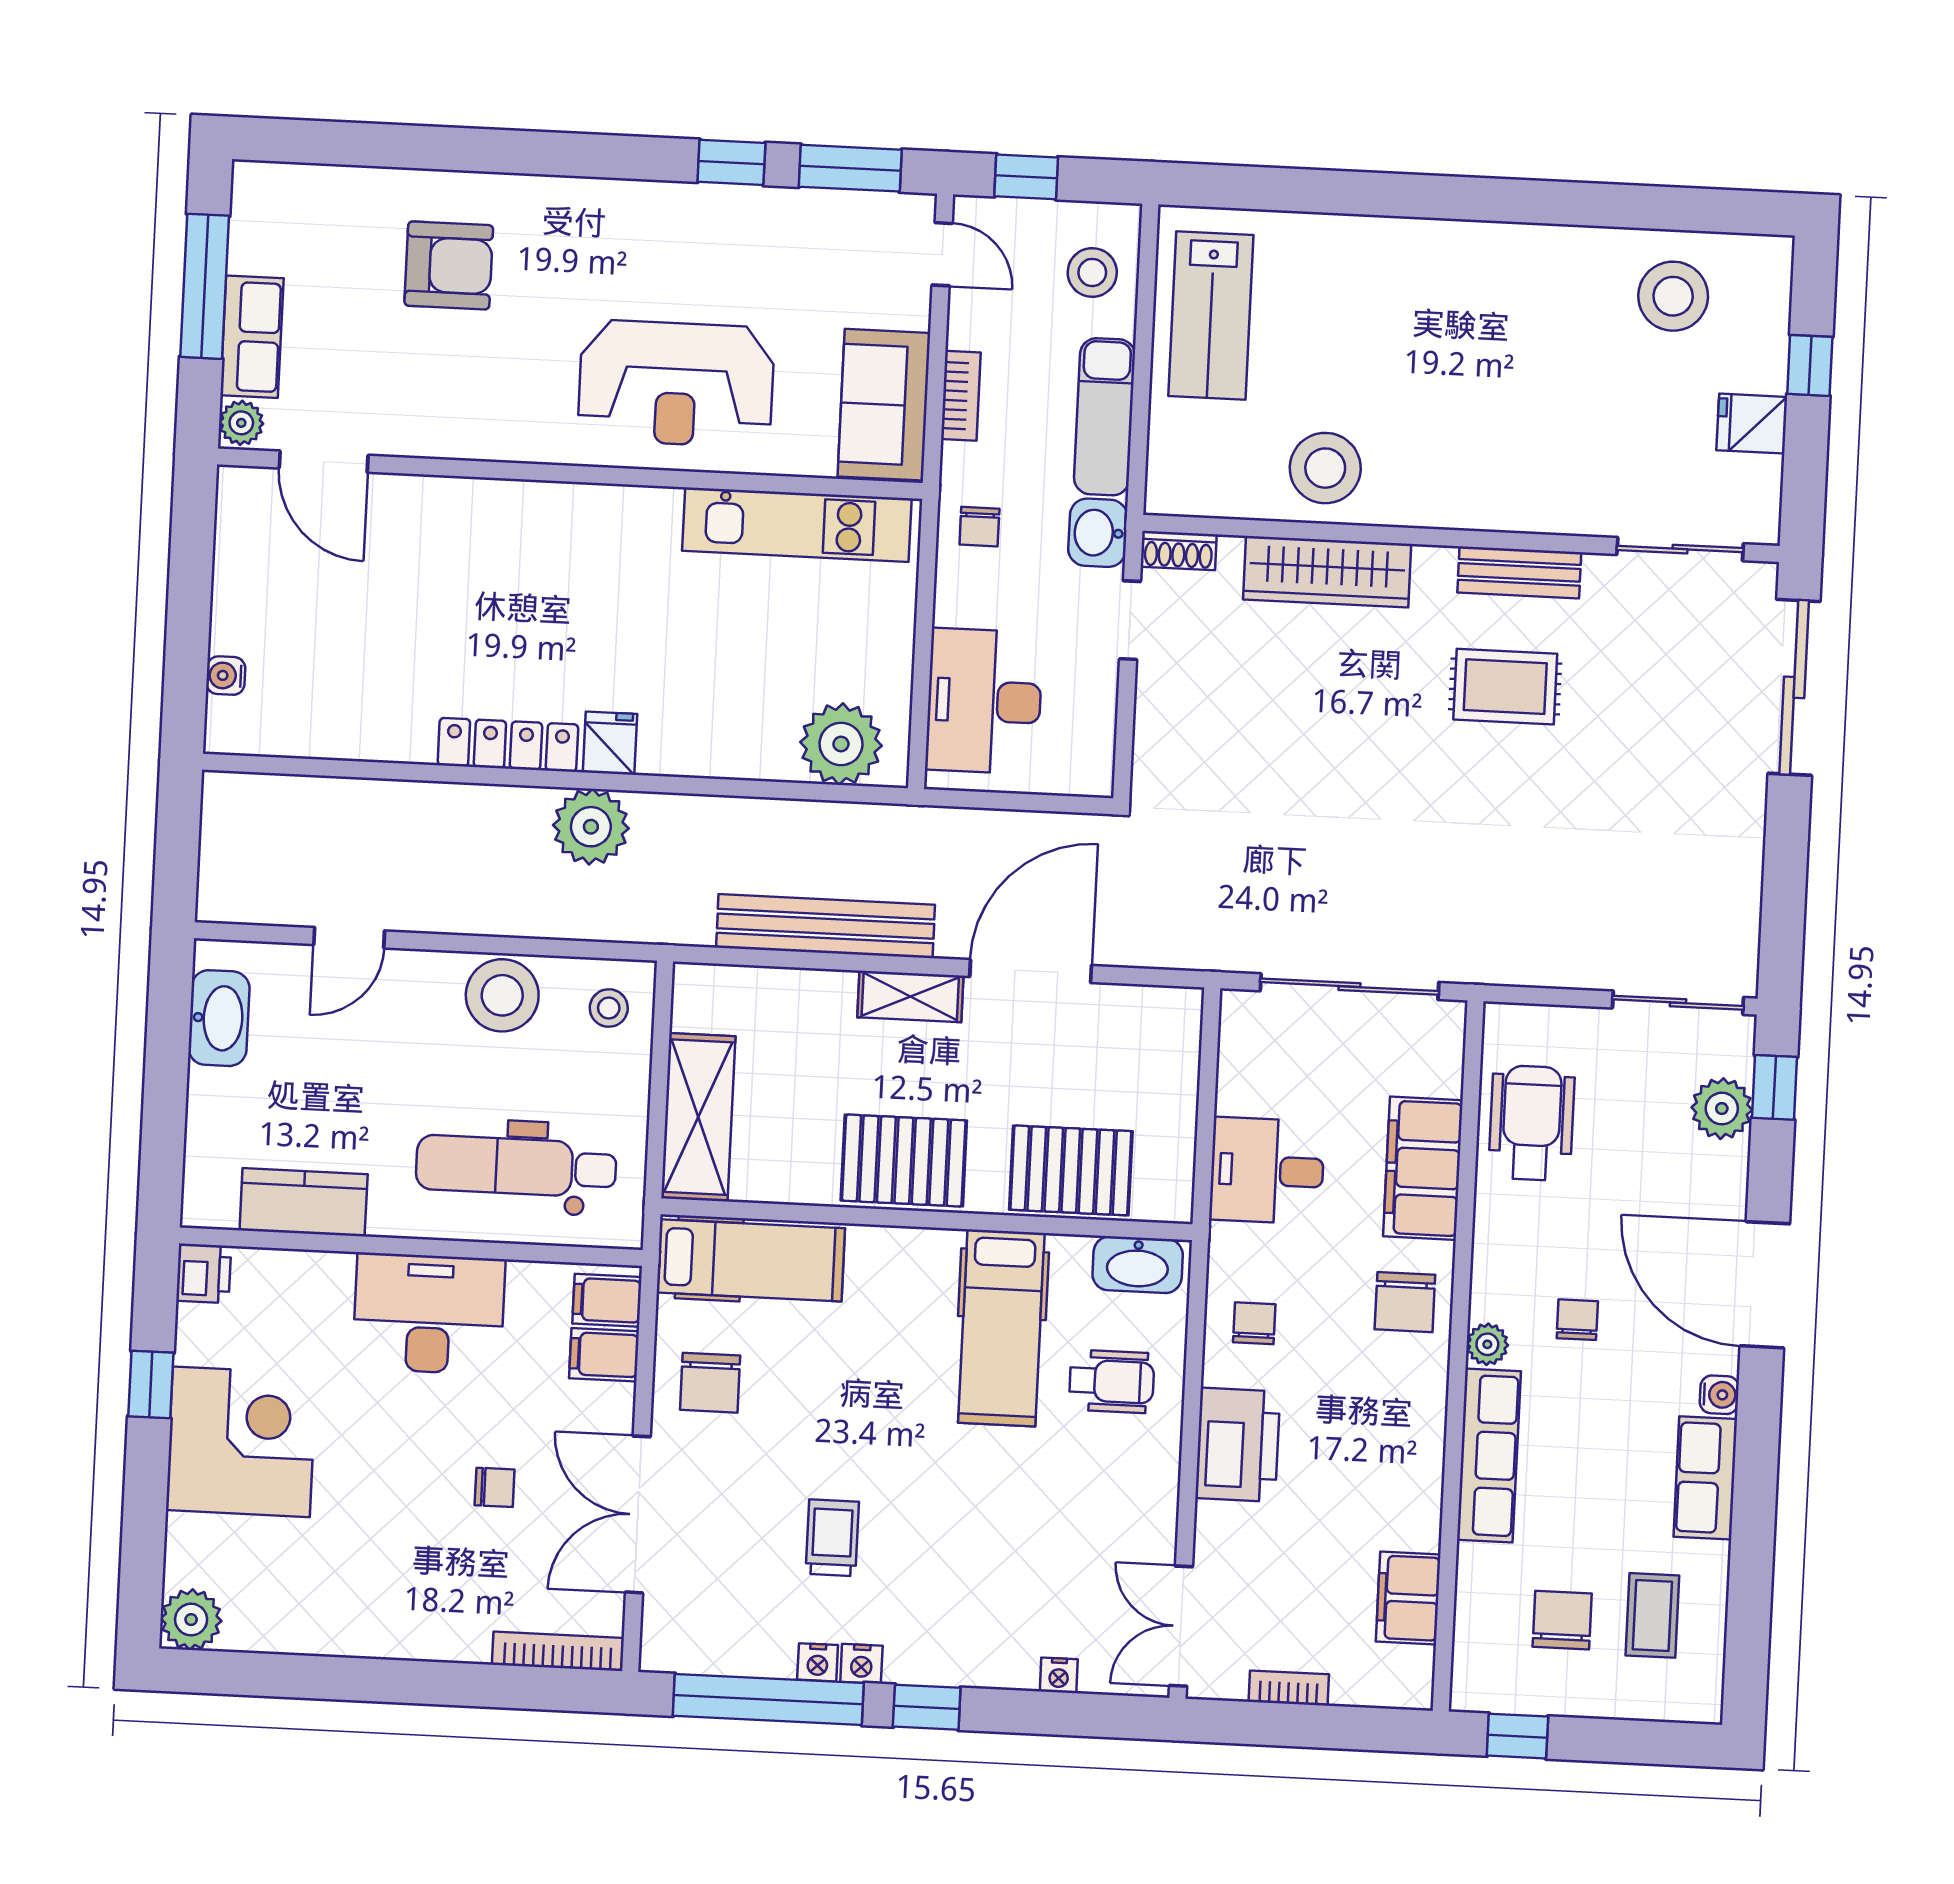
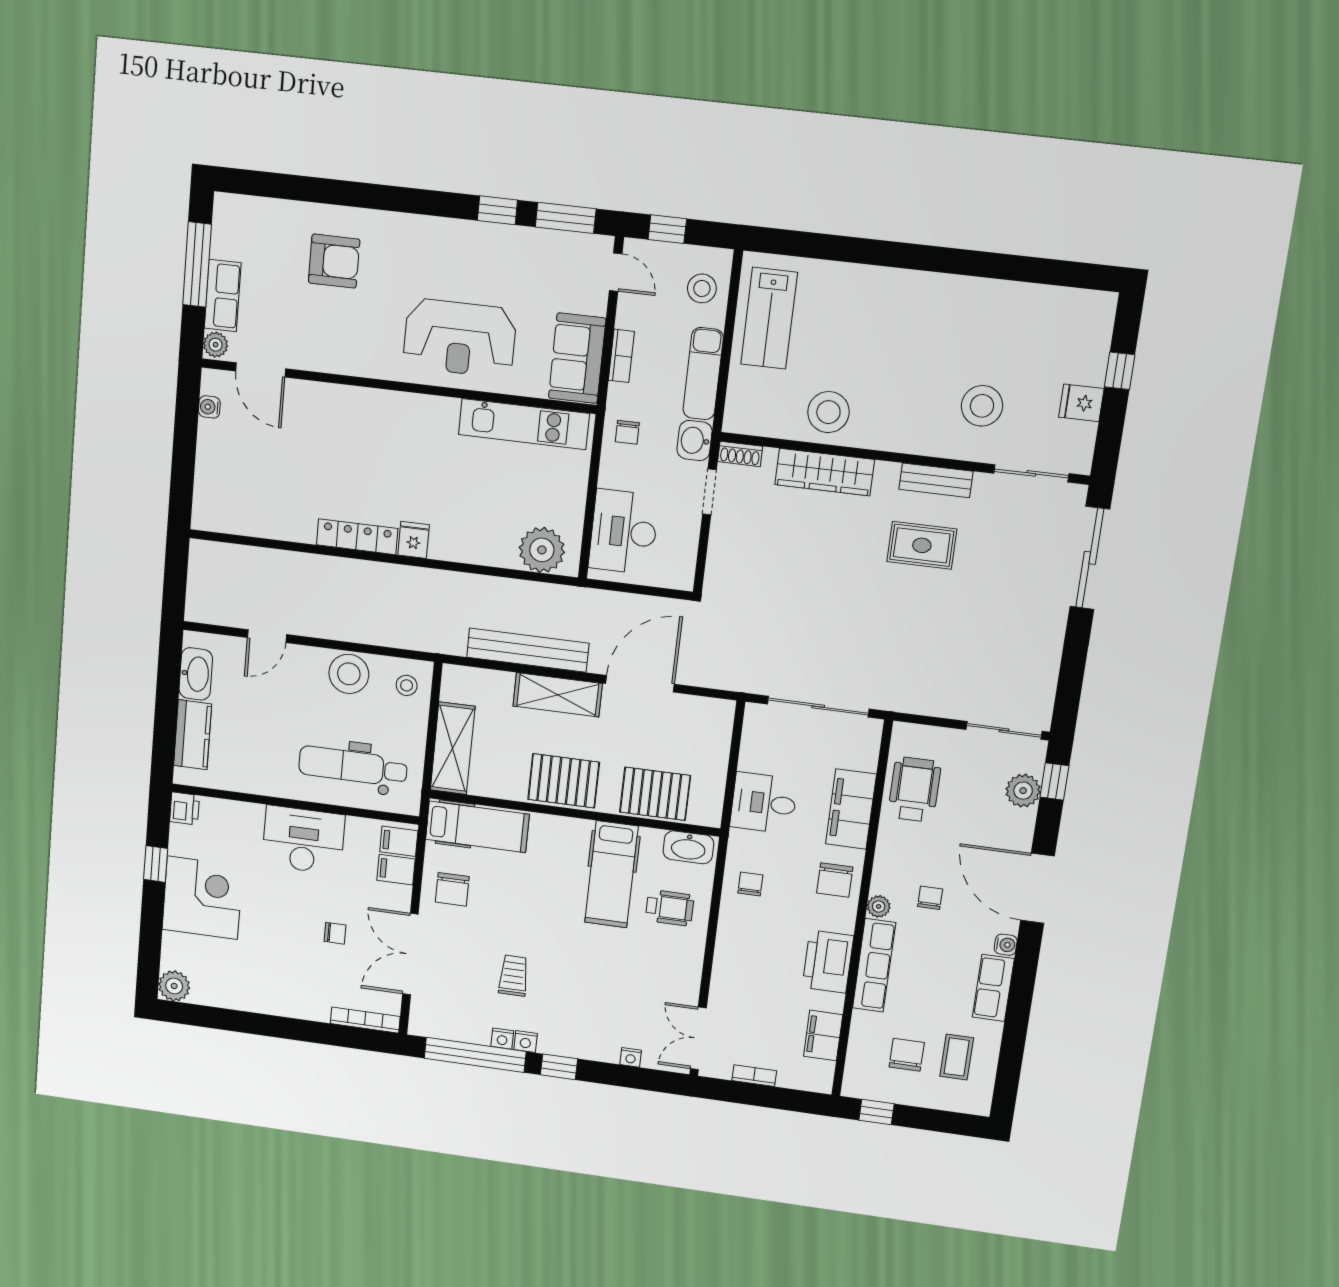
stool: (1673, 296) -> (982, 406), moved
water cooler: (226, 676) -> (209, 407), moved
plant: (591, 827) -> (401, 585), removed
shelving: (910, 996) -> (558, 695), width x1.50, depth x1.33
kitchen counter: (304, 1202) -> (193, 735), moved, turned 90
printer: (1238, 1445) -> (828, 962), moved, turned 180

